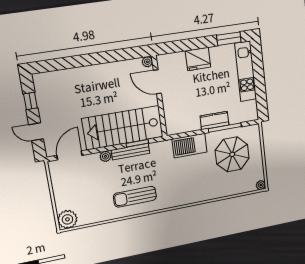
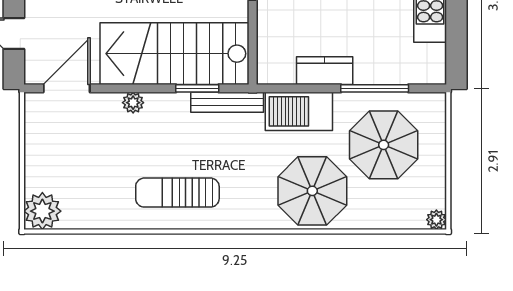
kitchen counter: (214, 120) -> (325, 71), moved
bench: (130, 152) -> (227, 102), moved
parasol: (201, 183) -> (312, 191), added

